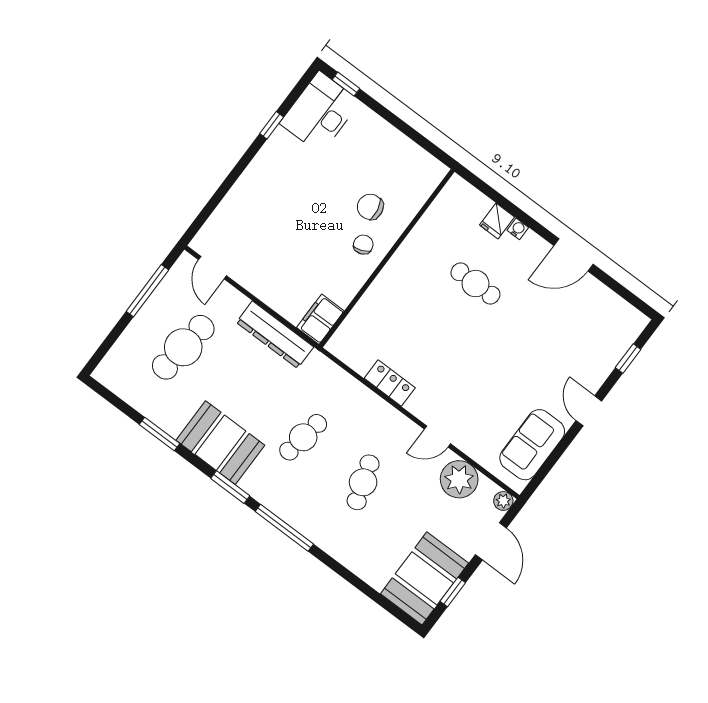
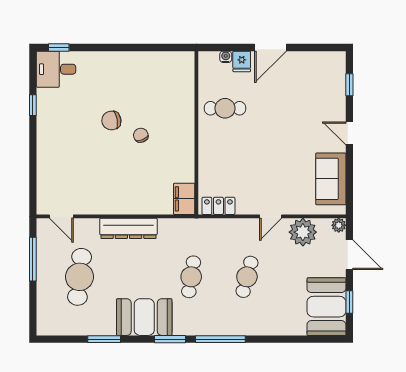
desk: (320, 113) -> (56, 69), width x0.73
chair: (370, 207) -> (111, 120), moved
fridge: (497, 221) -> (242, 61), moved
wall: (387, 258) -> (196, 133), moved
filing cabinet: (320, 319) -> (184, 199), moved
cafe table: (363, 482) -> (247, 277), turned 33

